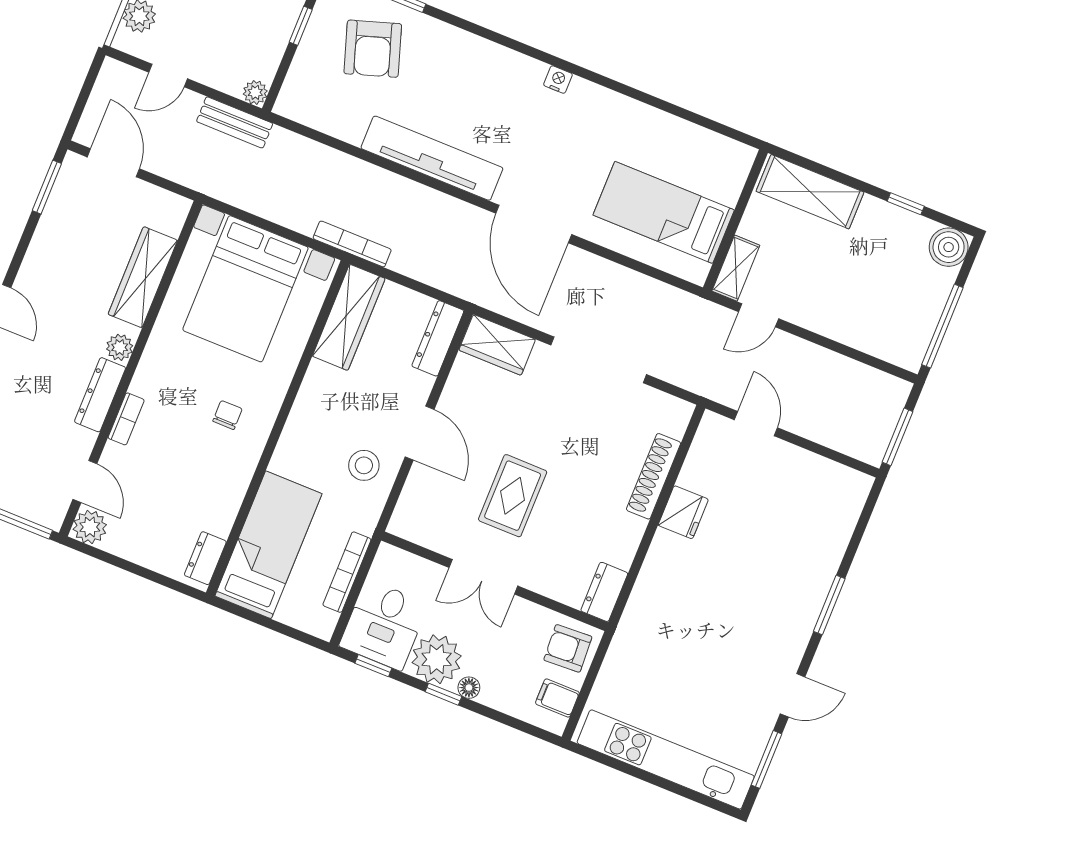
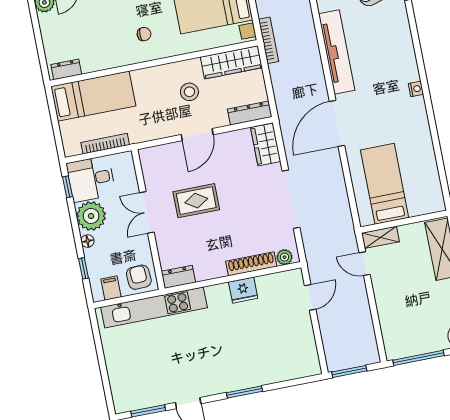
plant: (675, 423) -> (284, 257), added
stool: (364, 465) -> (189, 92), moved
window: (443, 694) -> (84, 268), moved
kitchen unit: (666, 759) -> (154, 307), moved, turned 90

